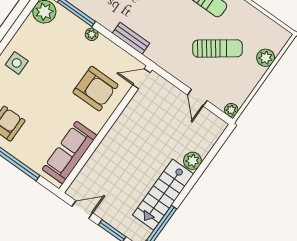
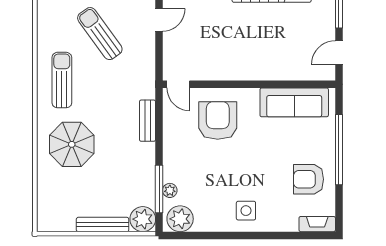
plant: (92, 34) -> (170, 190), moved
door: (82, 210) -> (339, 53), hinge flipped

